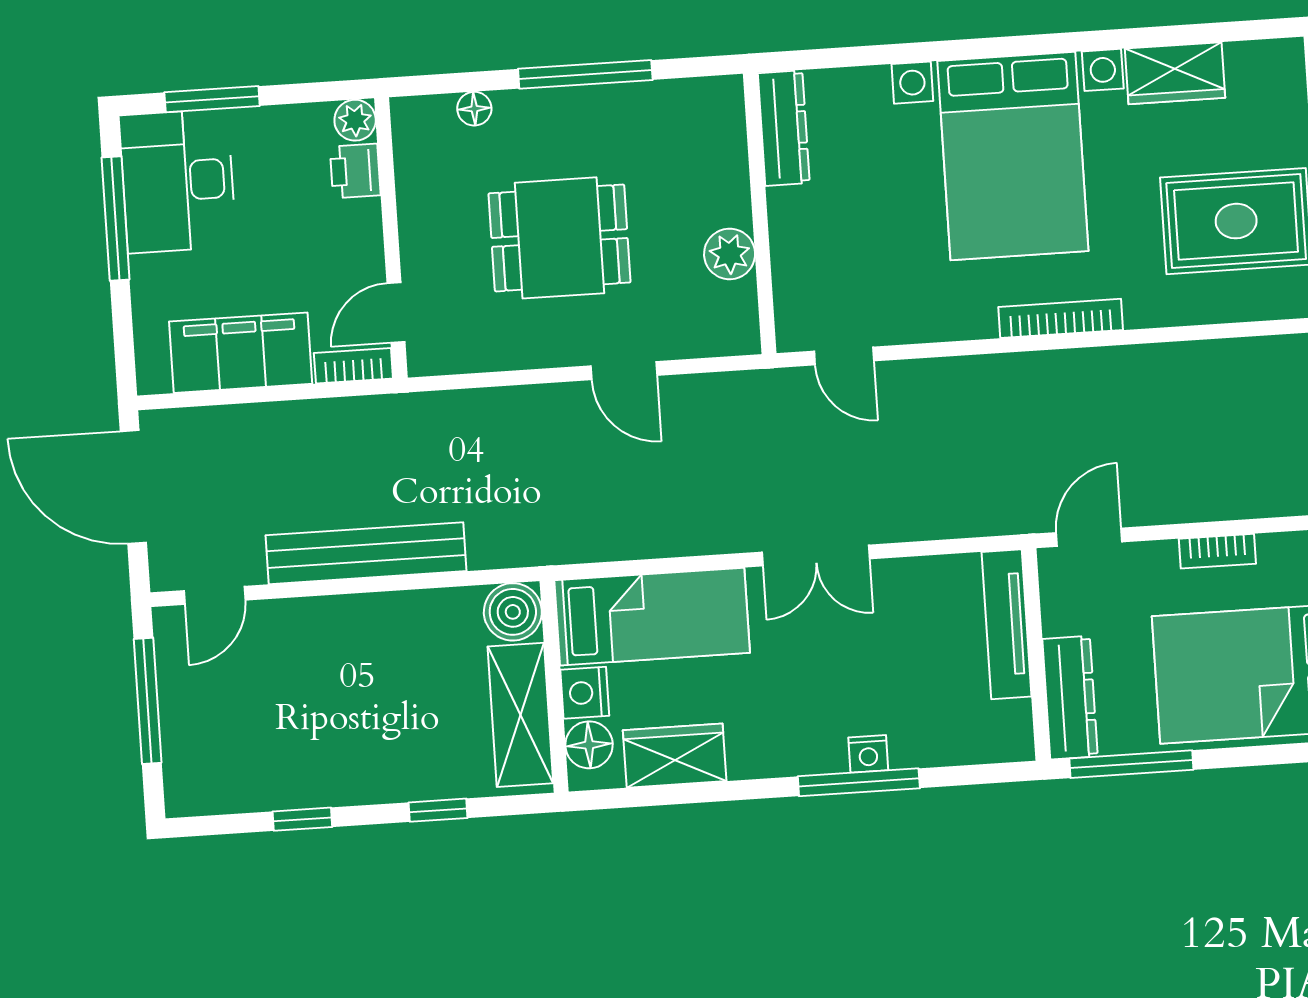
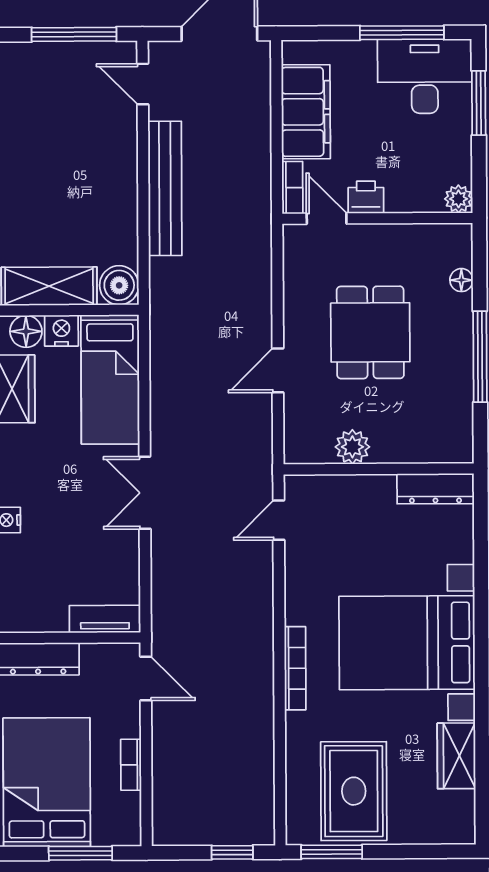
printer: (355, 171) -> (366, 197), moved
tv unit: (1006, 624) -> (105, 619), width x0.71

